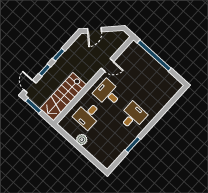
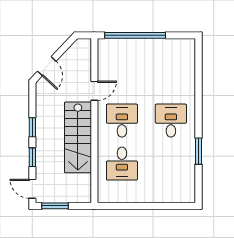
desk: (108, 93) -> (122, 121), turned 90
stairs: (63, 97) -> (78, 137), moved
plant: (82, 140) -> (139, 195), removed

